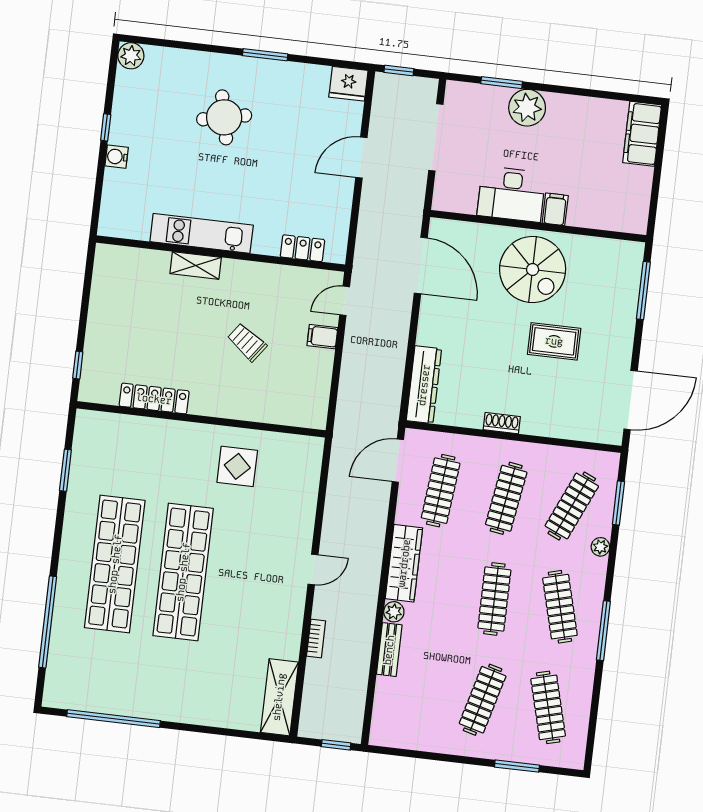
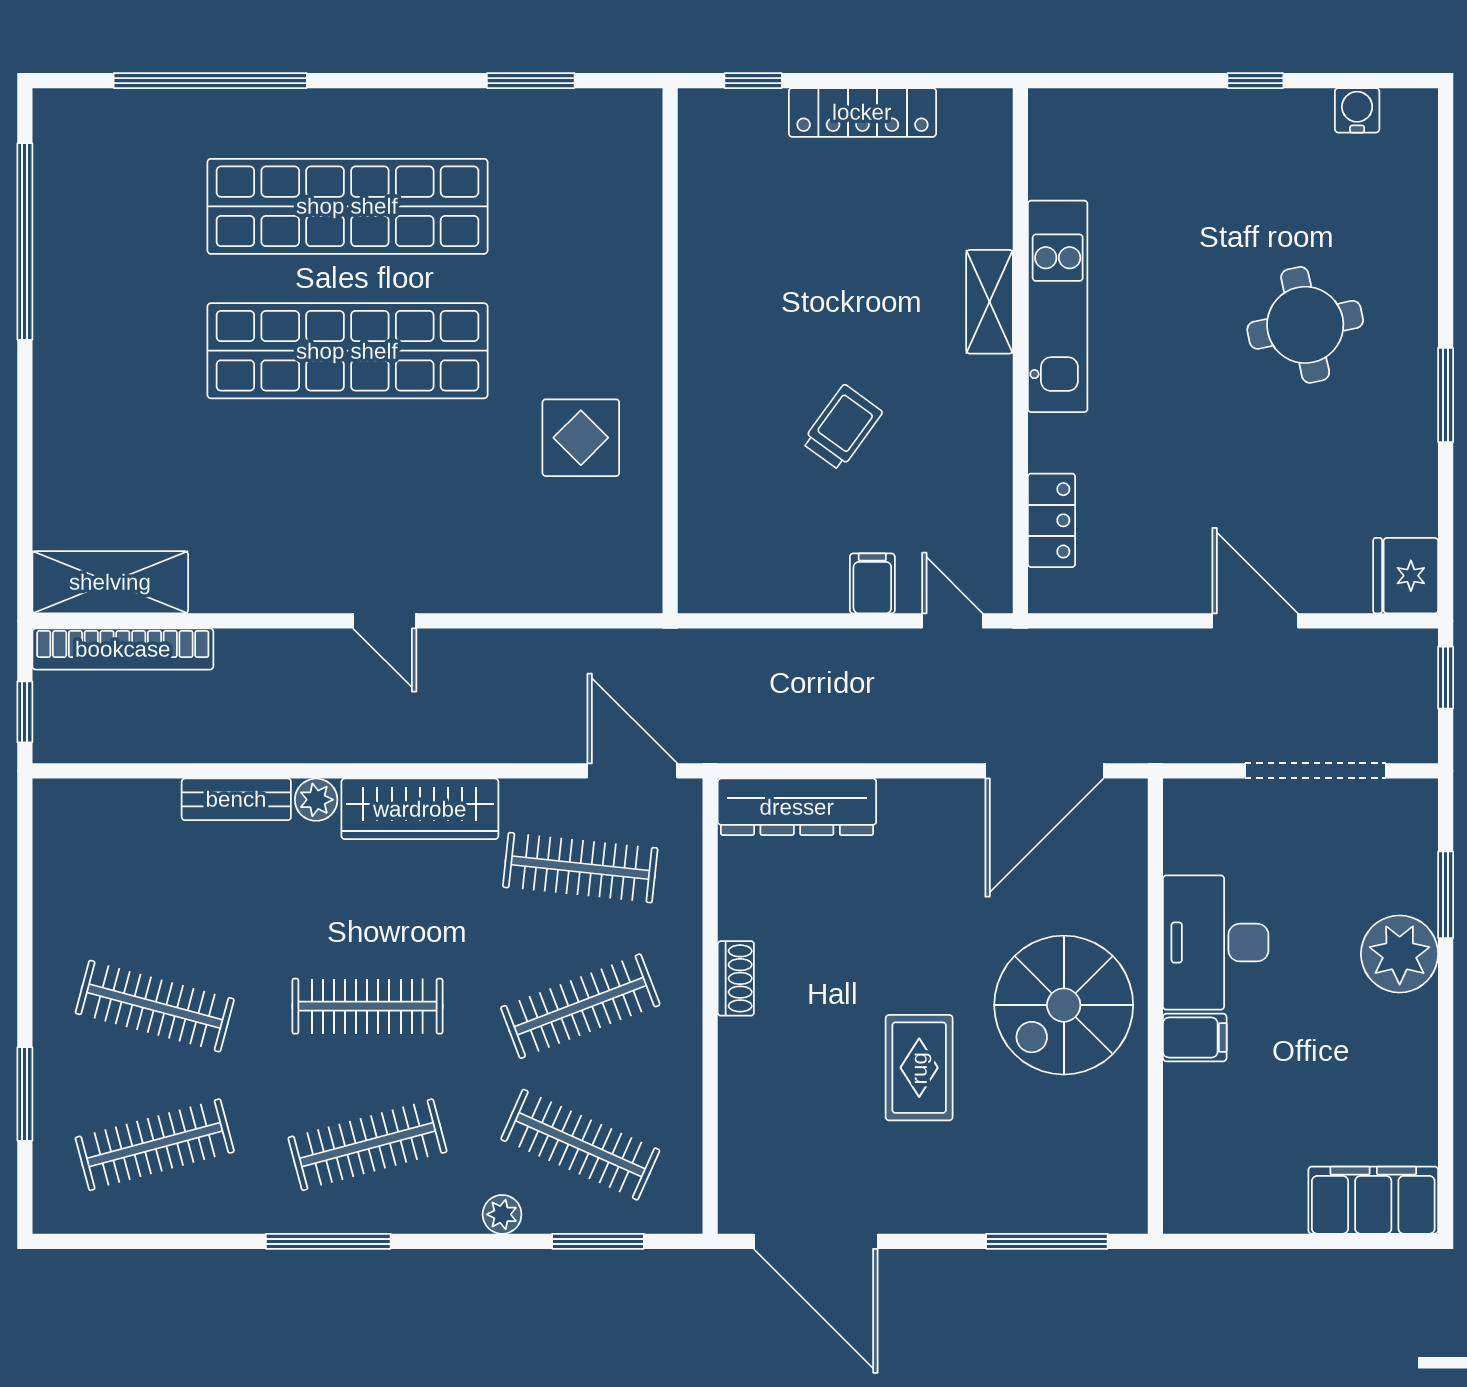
plant: (131, 56) -> (1411, 115), removed
water cooler: (117, 157) -> (1357, 110), moved
locker: (154, 399) -> (862, 112), moved, turned 90
clothes rail: (506, 498) -> (580, 1006), turned -30
bookcase: (316, 639) -> (123, 649), moved, width x2.31, depth x1.31

